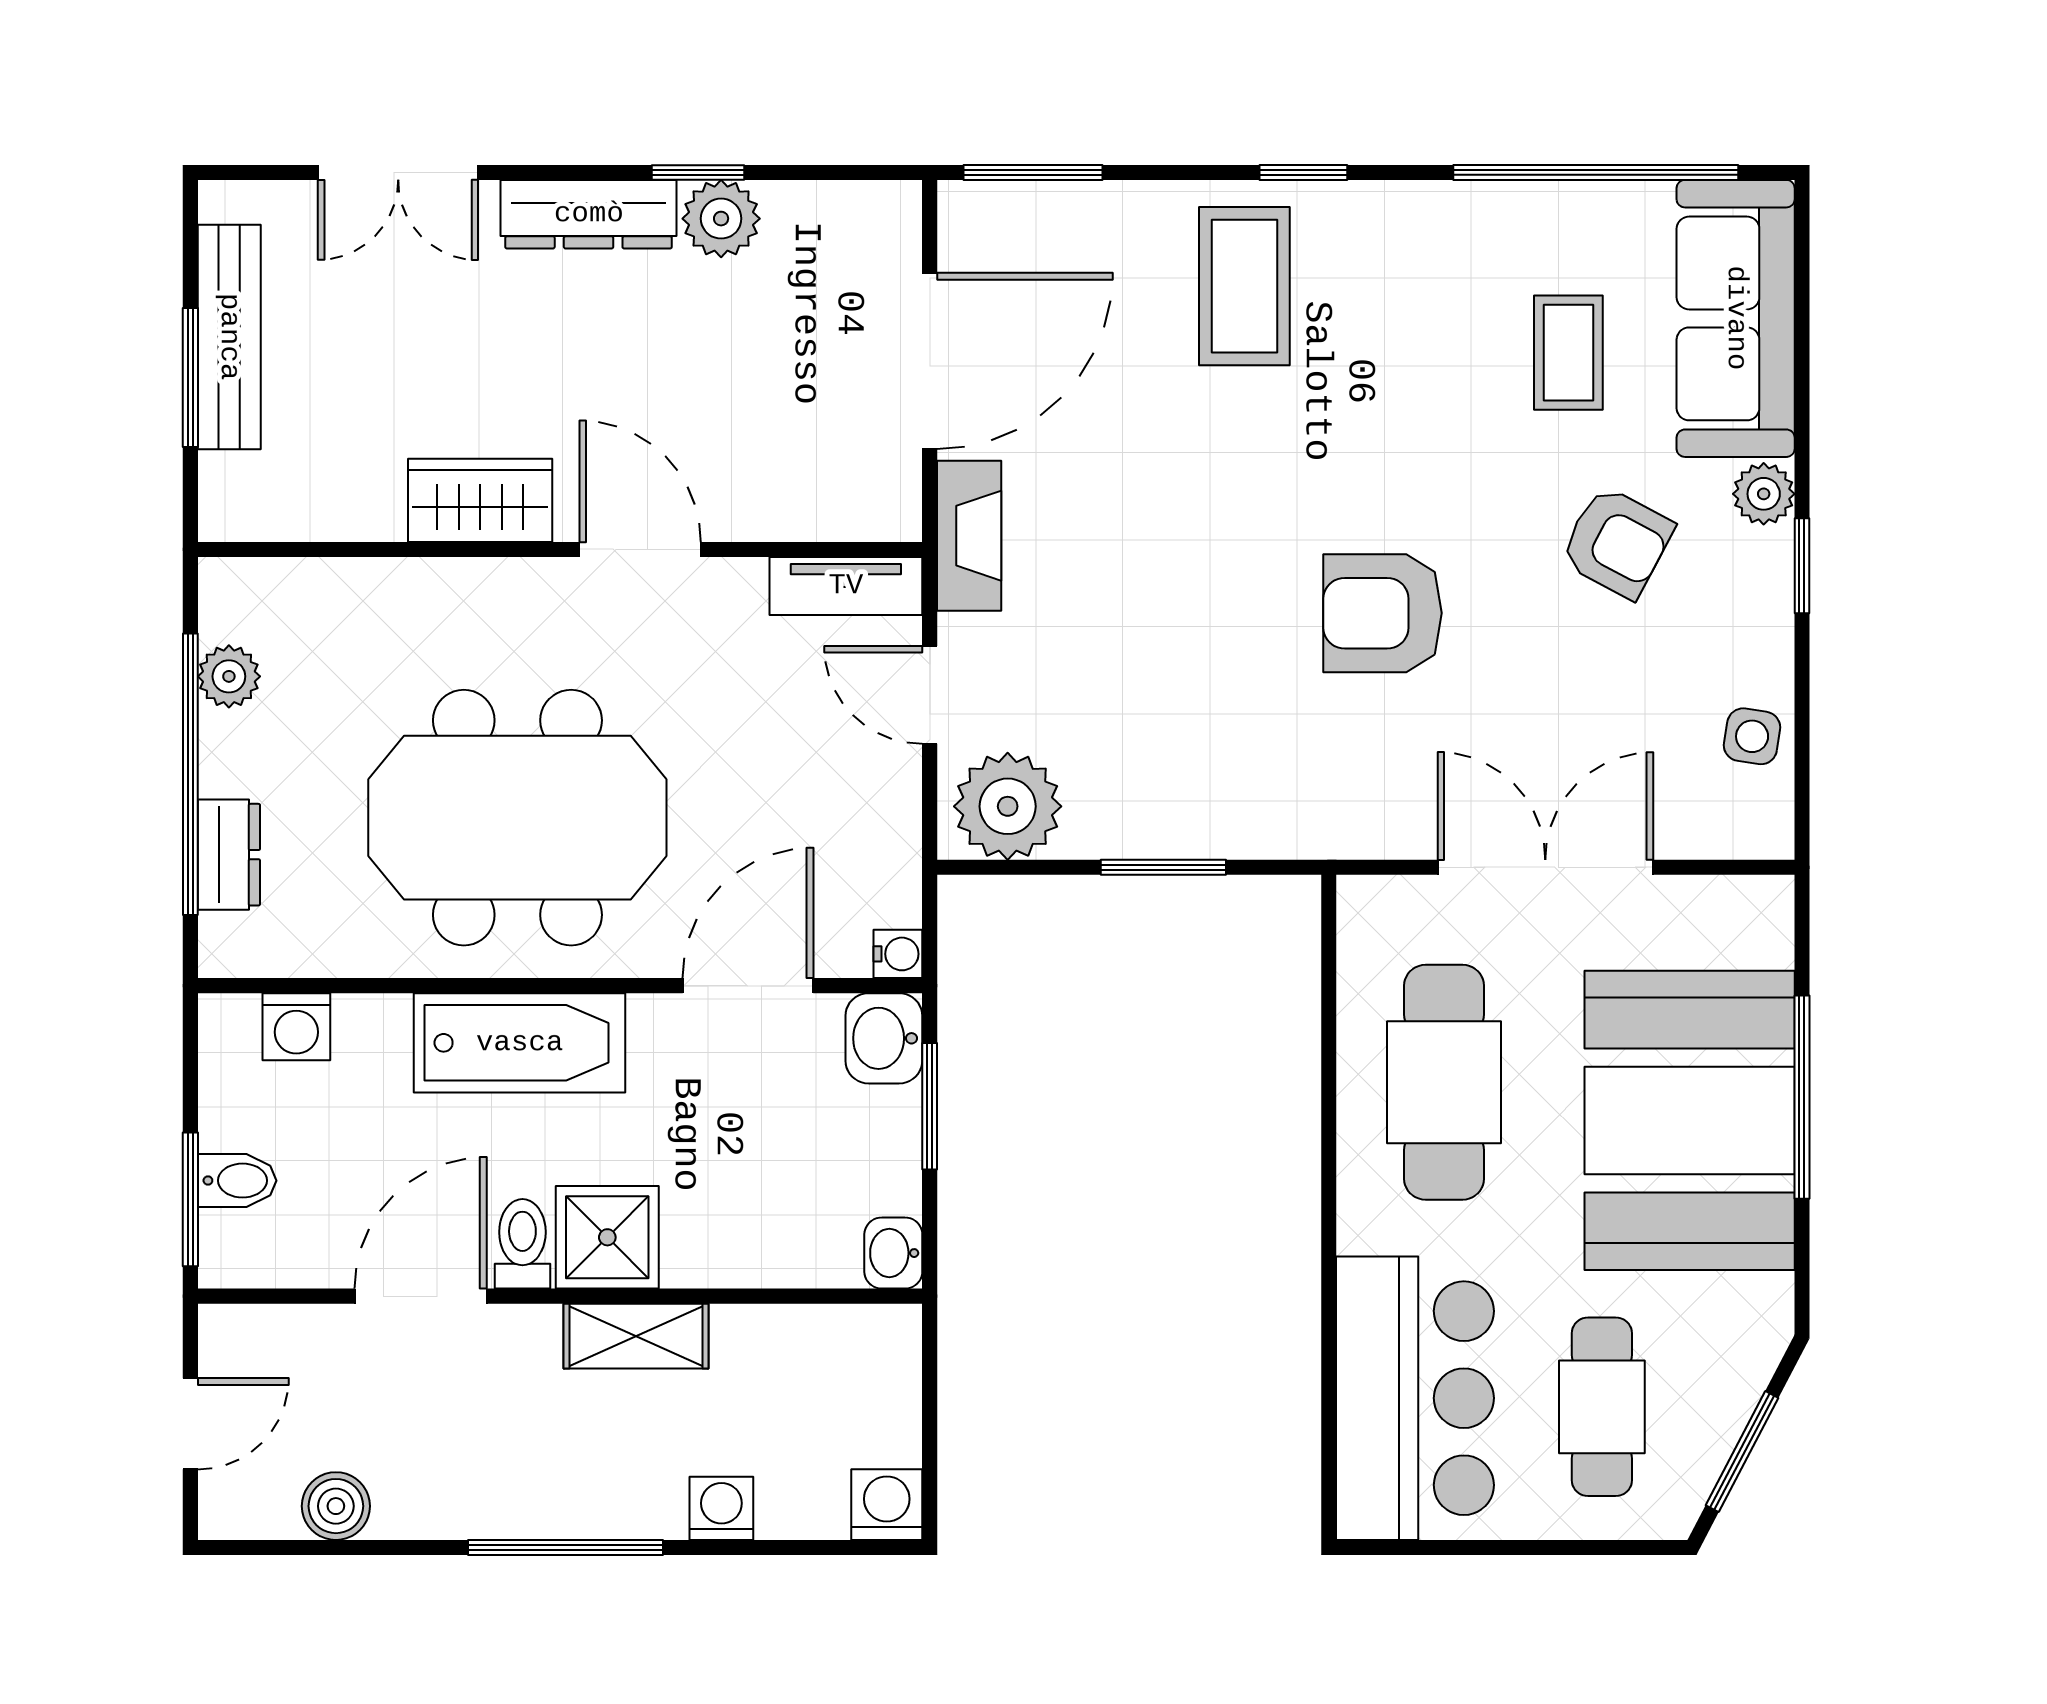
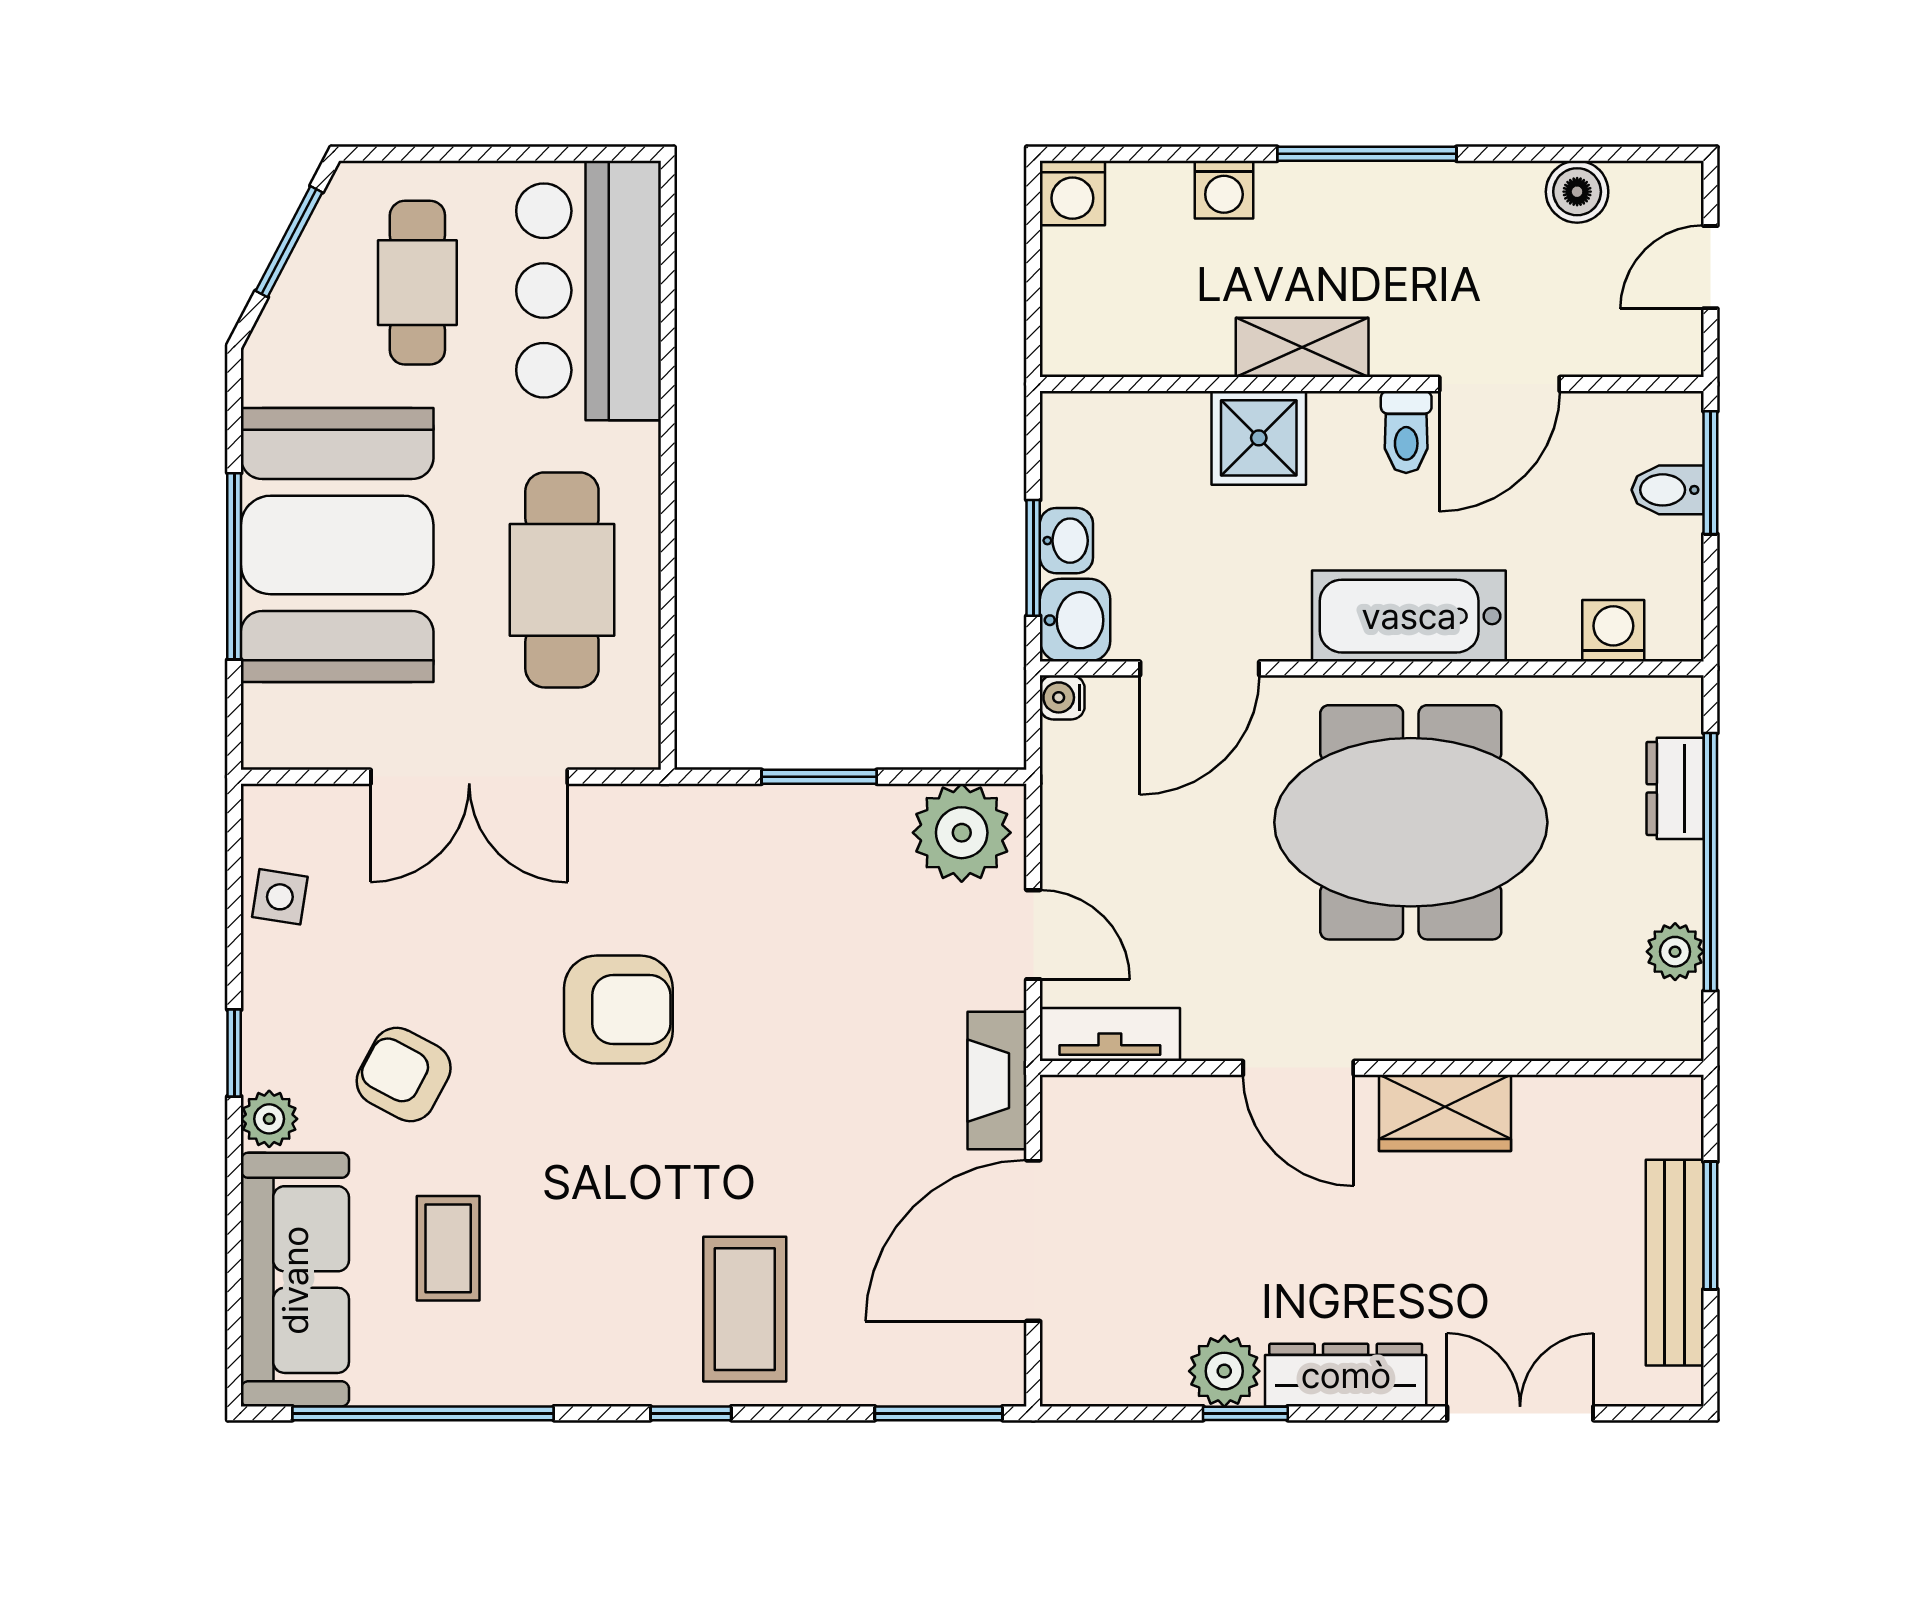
shower: (607, 1237) -> (1259, 438), moved
washbasin: (893, 1253) -> (1066, 541), moved

